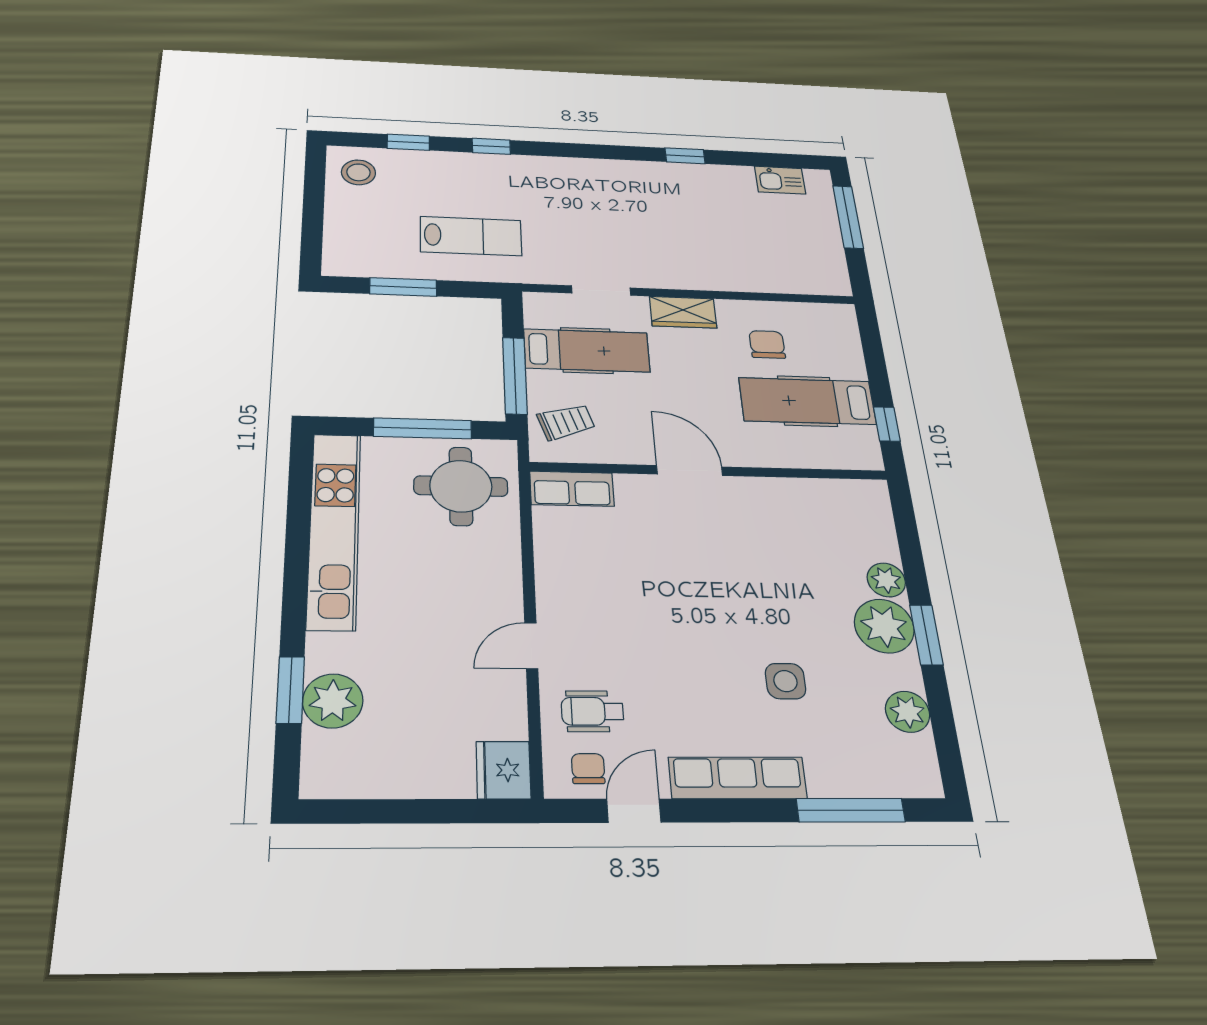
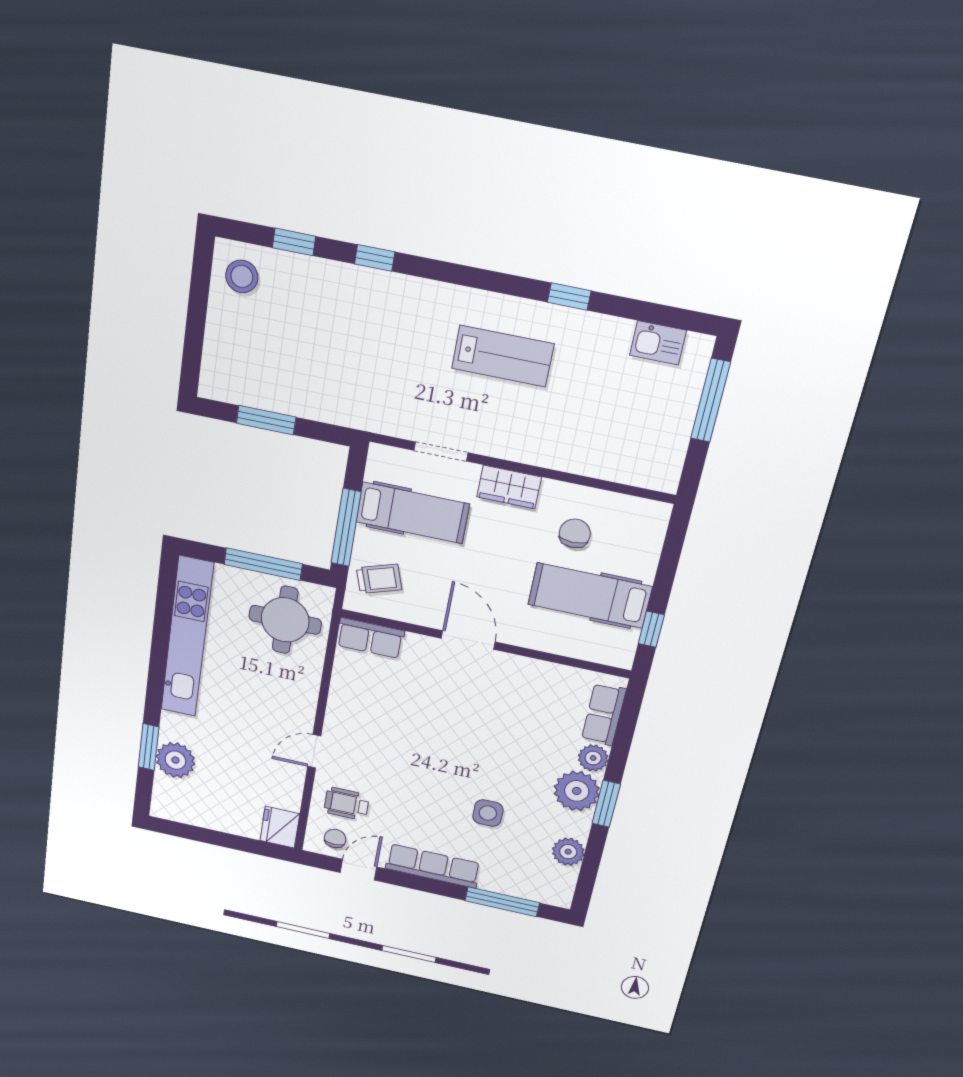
lab bench: (471, 236) -> (503, 356), moved
row of seats: (876, 525) -> (604, 714), added

